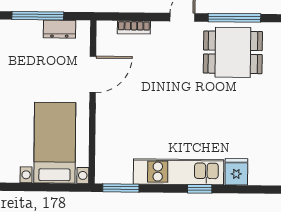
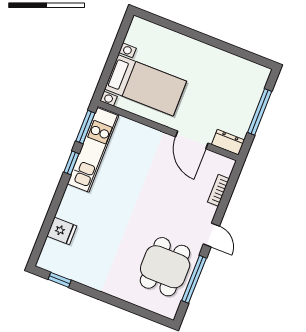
dresser: (59, 29) -> (228, 142), moved, turned 90
kitchen unit: (178, 172) -> (93, 150), moved
window: (200, 189) -> (71, 163), moved

